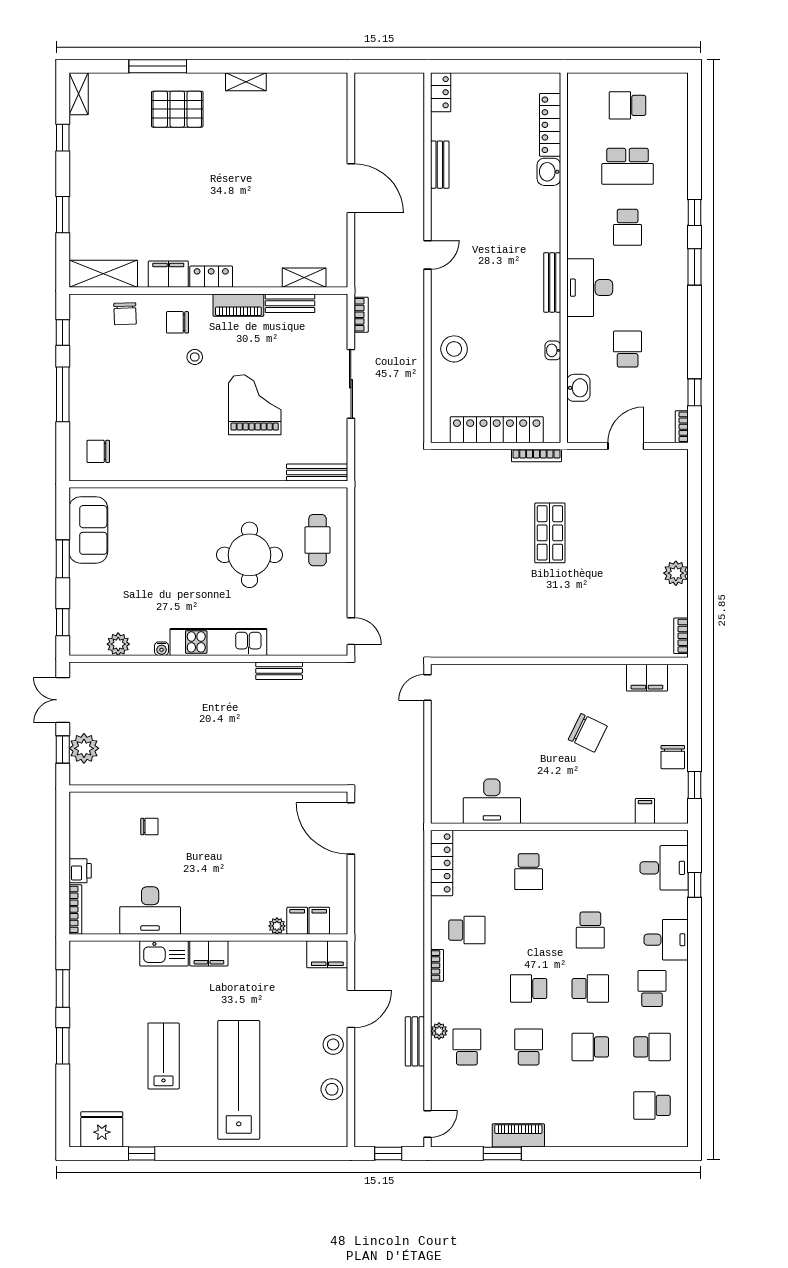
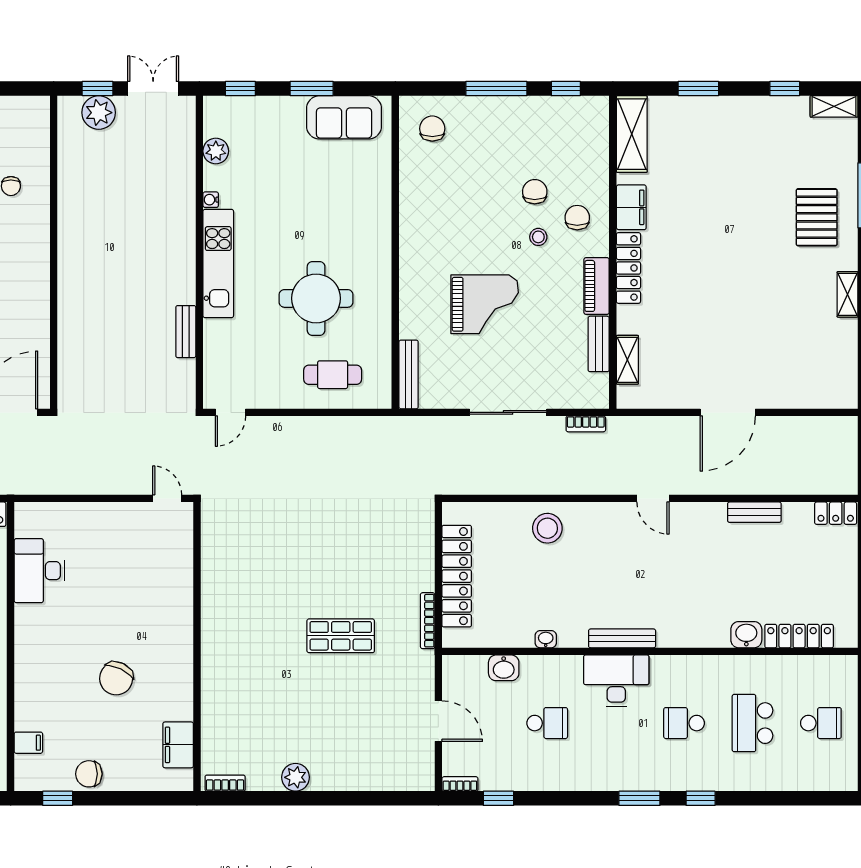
school desk: (628, 105) -> (821, 723), turned 90
locker: (211, 277) -> (628, 268), width x1.53
chair: (125, 314) -> (535, 192), moved, turned 92

